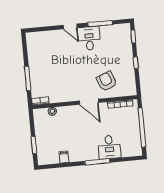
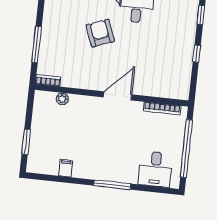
armchair: (107, 81) -> (100, 33), moved
door: (89, 102) -> (118, 96), swing flipped
desk: (109, 147) -> (155, 169), moved

